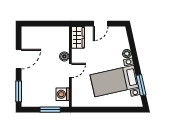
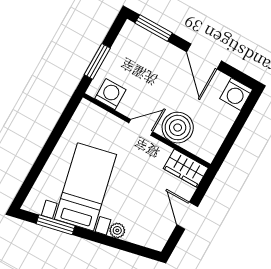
washing machine: (28, 33) -> (236, 94), added
boiler: (64, 56) -> (178, 128), width x1.86, depth x1.86
door: (70, 70) -> (141, 127), swing flipped

